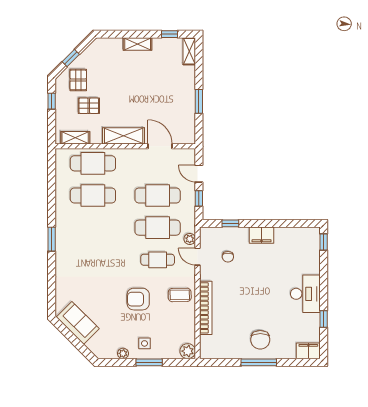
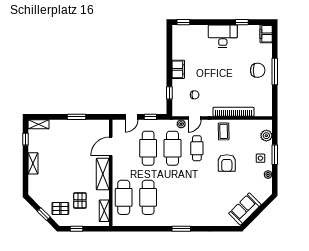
plant: (188, 351) -> (266, 136), moved

